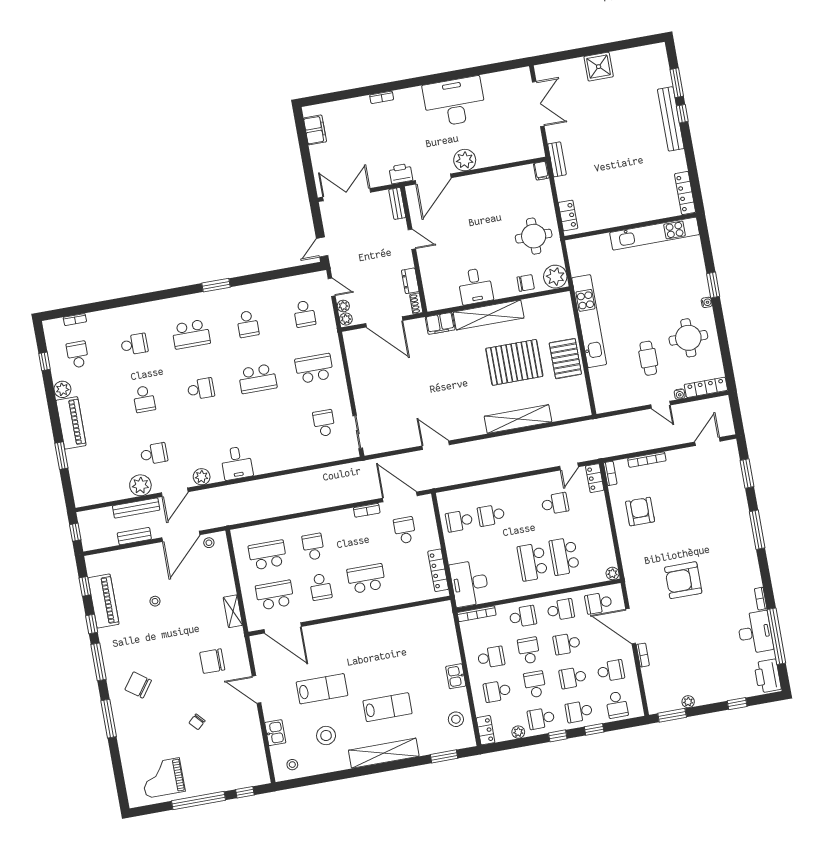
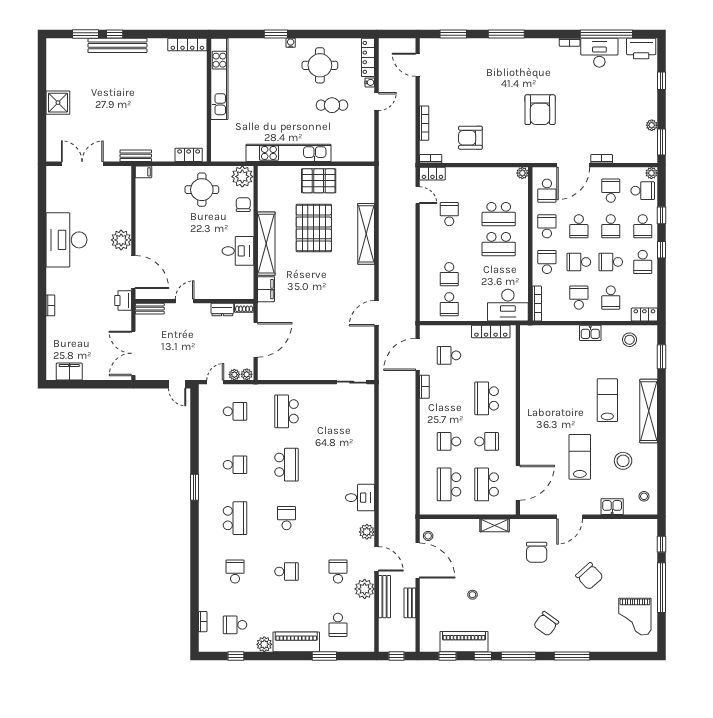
school desk: (324, 423) -> (338, 625), moved, turned -90
chair: (197, 722) -> (589, 576), width x1.87, depth x1.87
plant: (518, 732) -> (651, 173), moved

